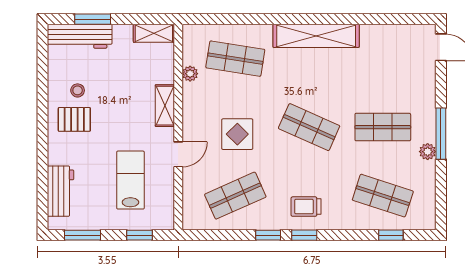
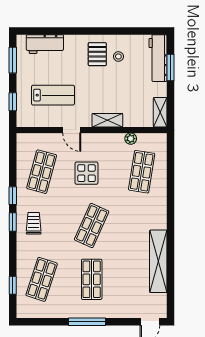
shelving: (316, 36) -> (158, 261), moved
plant: (428, 152) -> (74, 312), removed
shop shelf: (235, 196) -> (42, 172), turned 39

